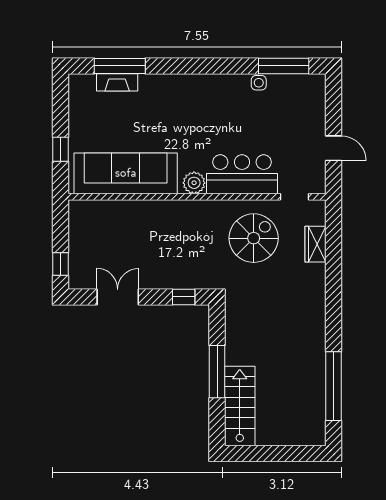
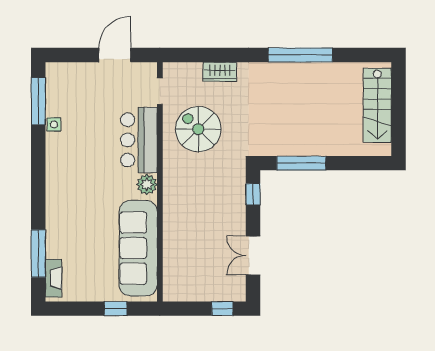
fireplace: (117, 82) -> (54, 278), moved
door: (334, 148) -> (115, 55), width x1.38
wardrobe: (315, 244) -> (220, 72), moved
window: (217, 372) -> (301, 163), moved
window: (334, 386) -> (300, 55), moved
stairs: (240, 406) -> (377, 105), moved, turned -90

